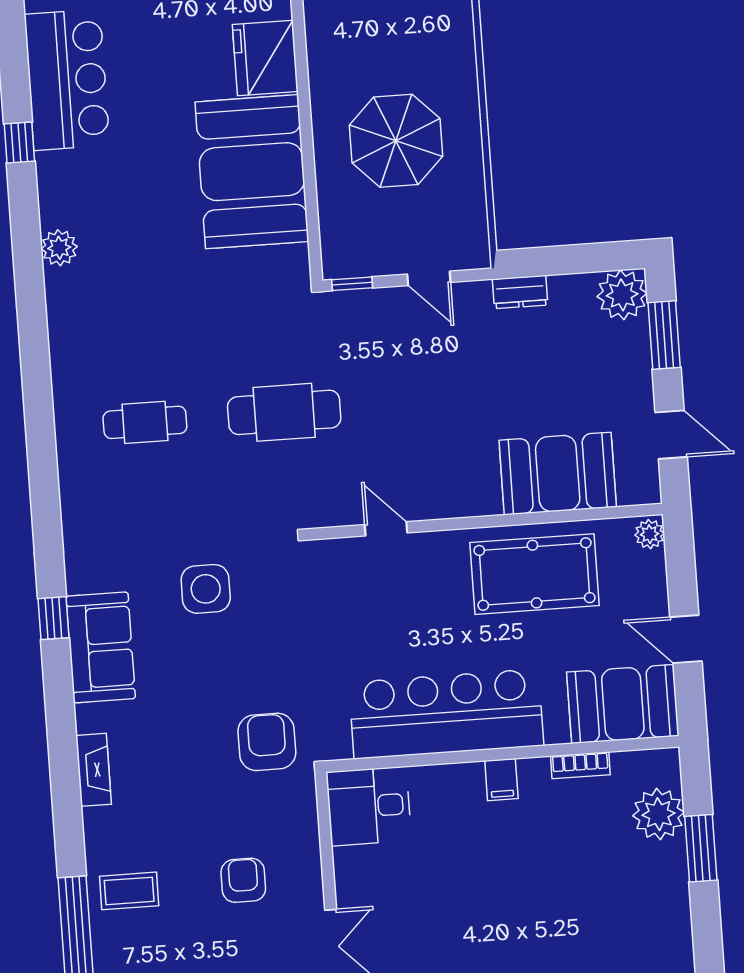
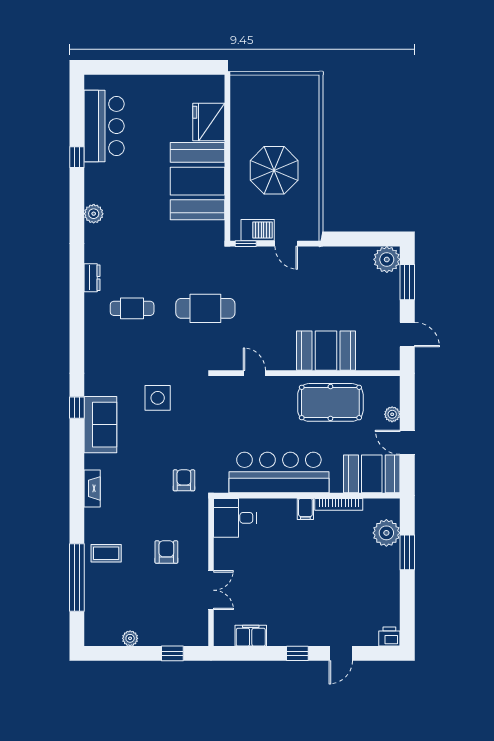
barbecue: (373, 257) -> (258, 230), added
dresser: (520, 292) -> (92, 278), moved, turned -90
booth: (558, 474) -> (326, 351), moved
plant: (650, 534) -> (392, 414), moved
armchair: (267, 742) -> (184, 480), width x0.72, depth x0.72
bookcase: (580, 765) -> (339, 504), width x1.56

